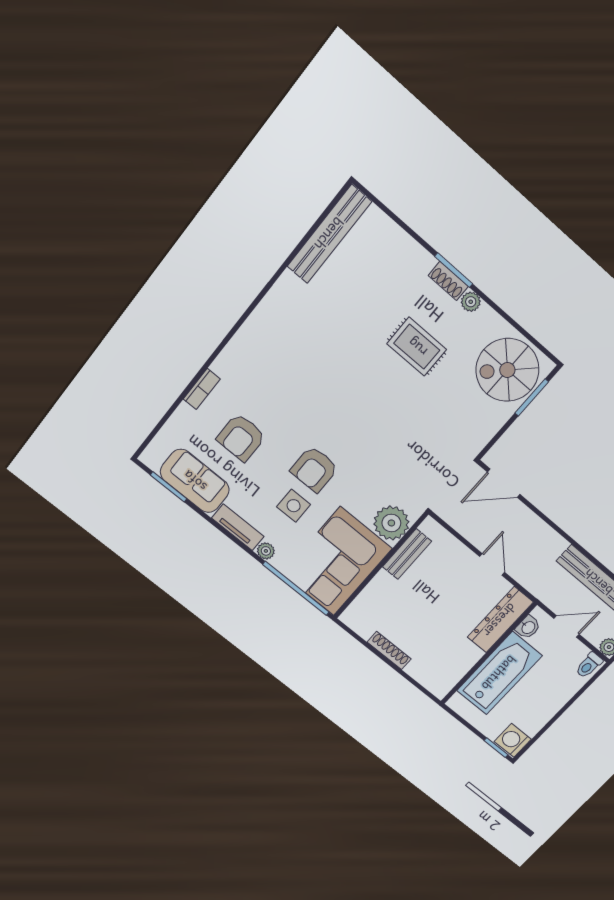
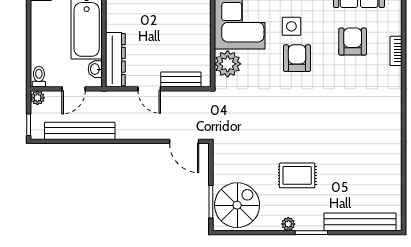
bench: (329, 234) -> (360, 222), moved, turned 90
shoe rack: (448, 281) -> (310, 224), removed
door: (504, 483) -> (184, 141), swing flipped
bench: (407, 554) -> (181, 79), moved, turned 90

